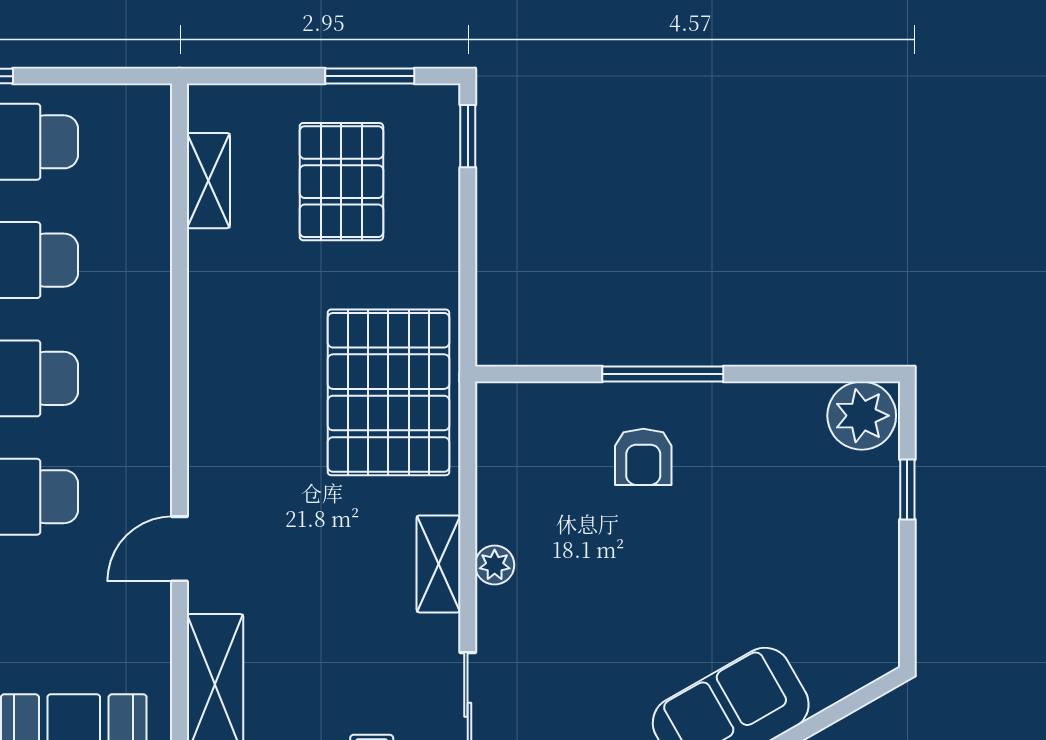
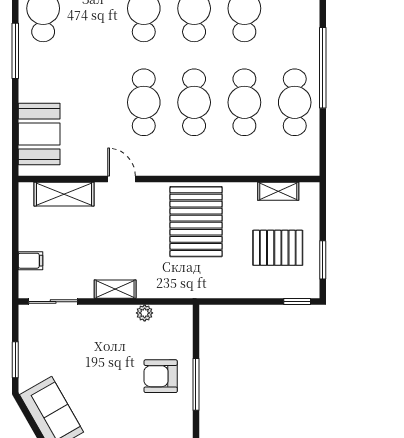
pallet: (388, 392) -> (196, 222), moved, turned 90
armchair: (643, 457) -> (161, 376), width x1.38, depth x1.38
plant: (495, 565) -> (145, 313), moved

